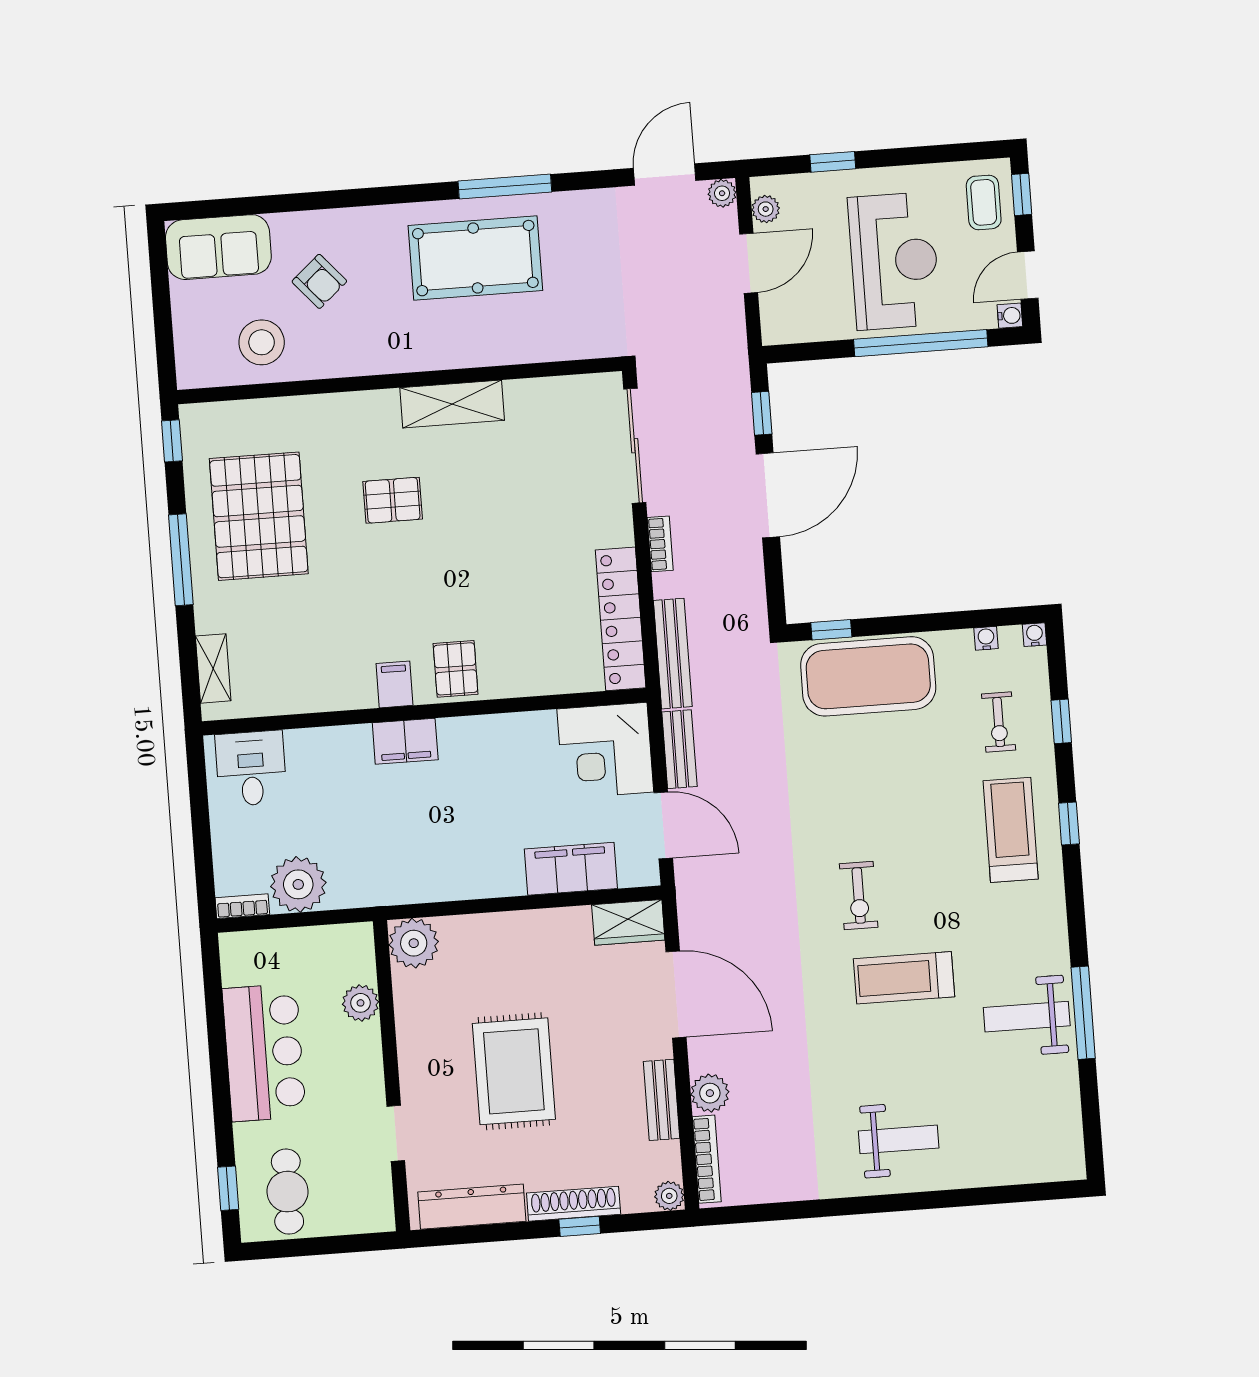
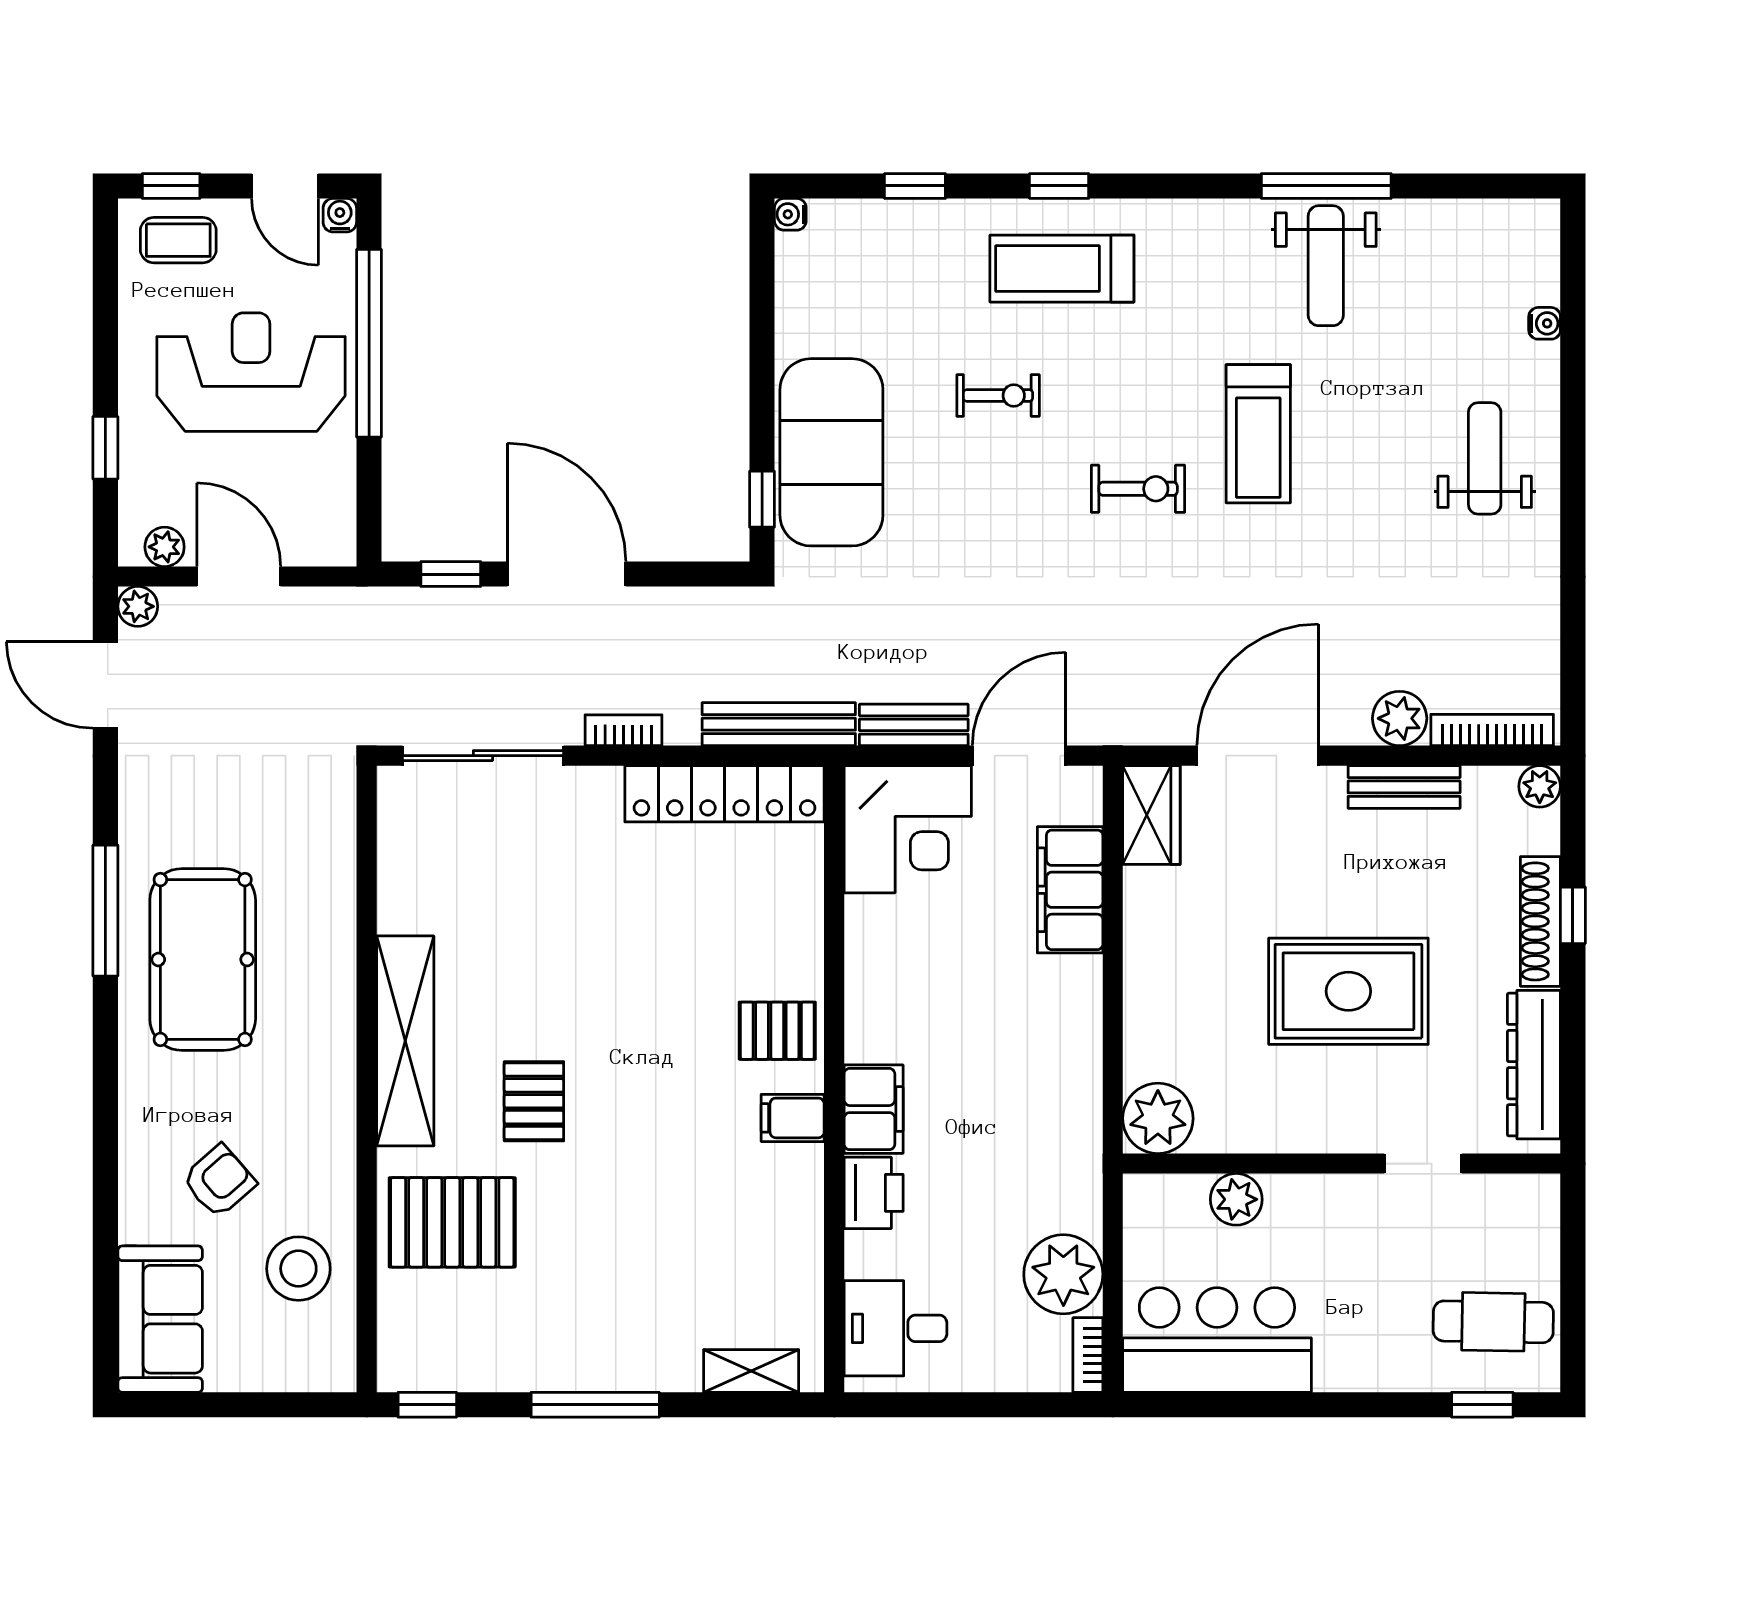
shelving: (452, 404) -> (405, 1041), width x1.47
pallet: (259, 516) -> (452, 1222), moved, width x0.73, depth x0.71
water cooler: (986, 638) -> (1545, 323), moved, turned 180
exercise bike: (999, 722) -> (998, 395), moved
printer: (346, 746) -> (874, 1193), added
bar counter: (264, 1053) -> (1217, 1340), moved

